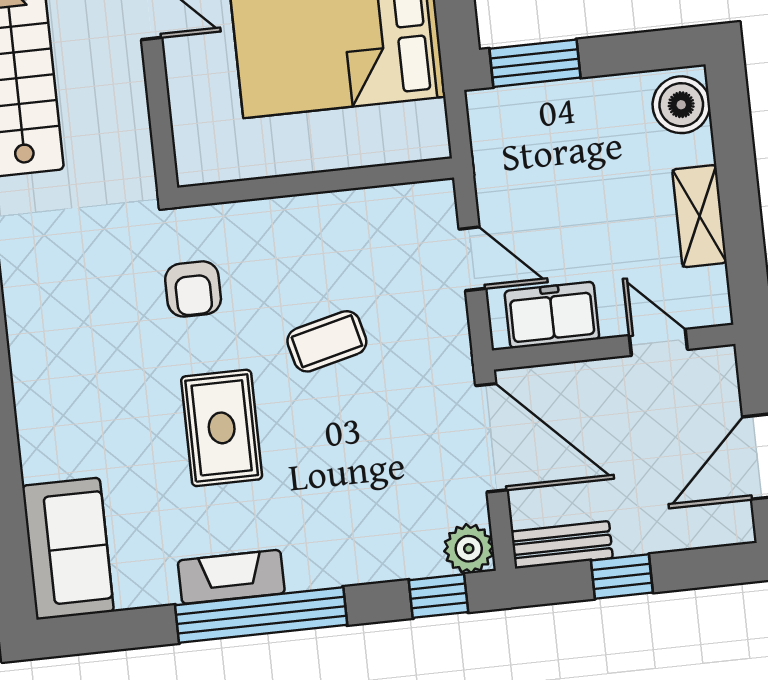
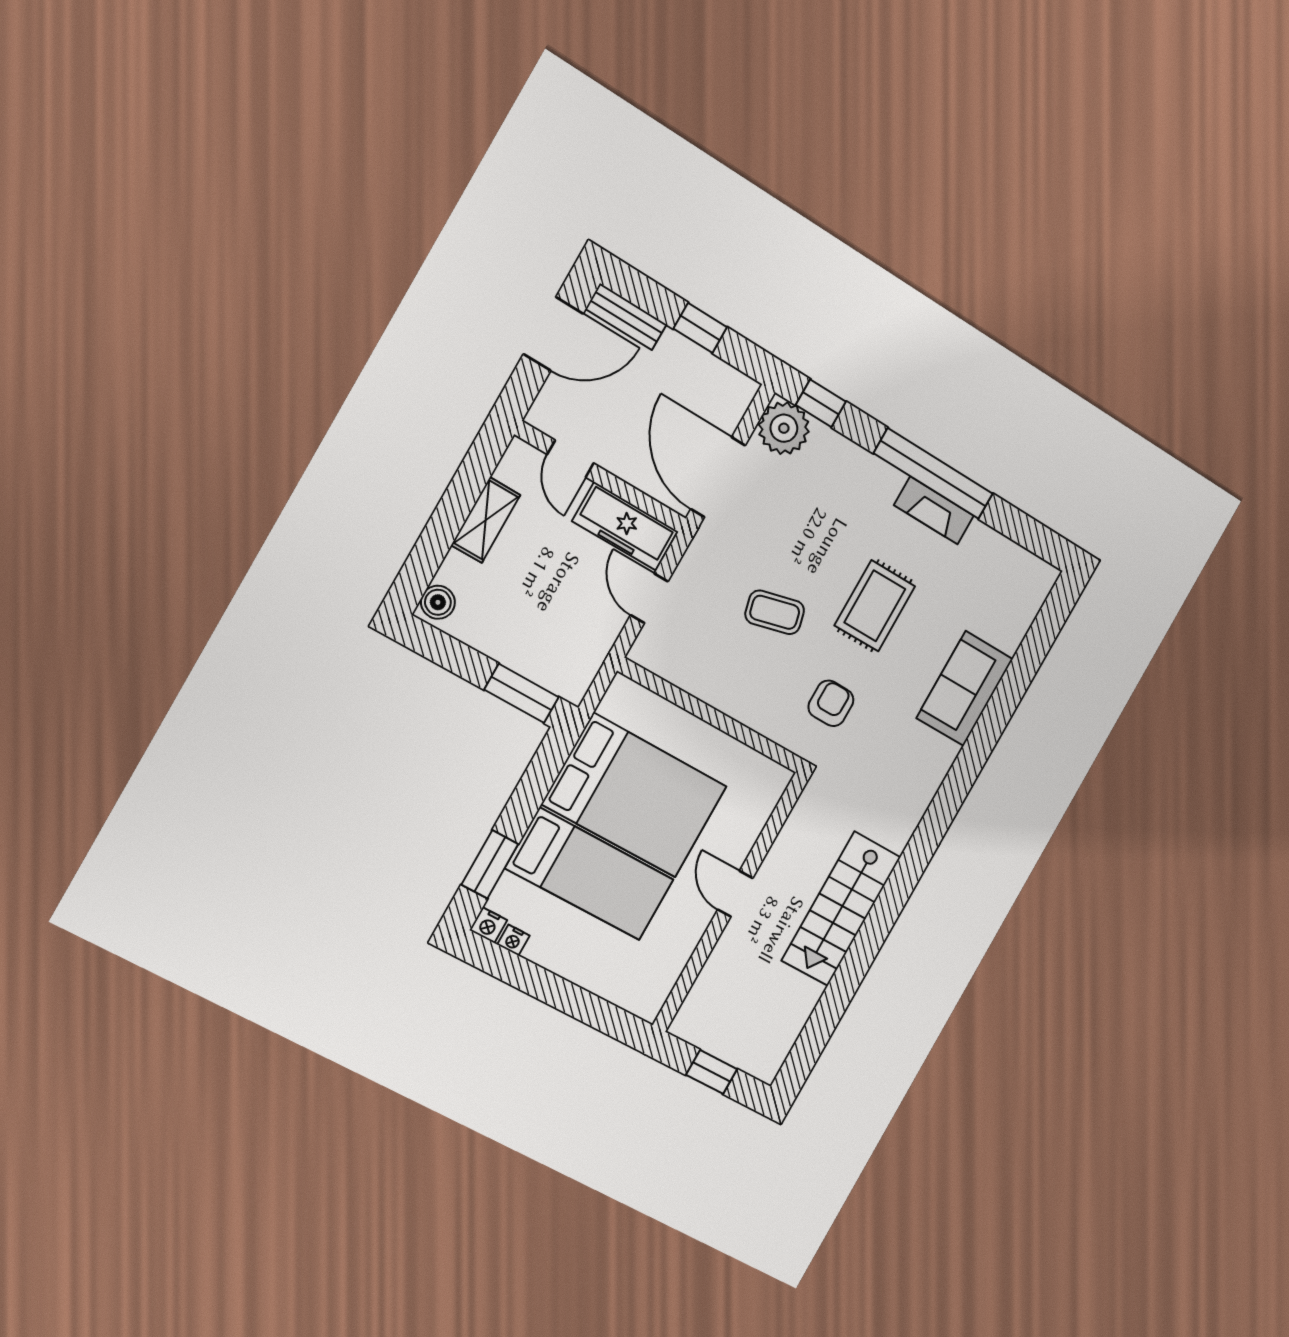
boiler: (681, 105) -> (438, 602), width x0.73, depth x0.73
freezer: (552, 315) -> (625, 526), width x1.40
bench: (562, 545) -> (626, 317), moved
sofa: (68, 549) -> (965, 688), moved
plant: (469, 549) -> (784, 428), width x1.36, depth x1.36

